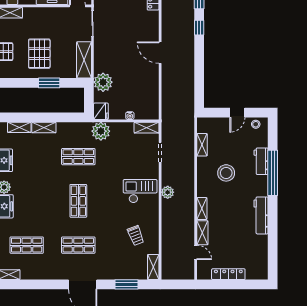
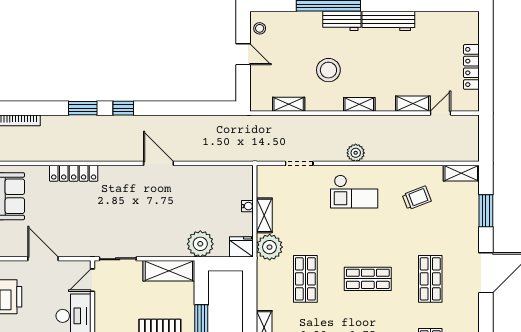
door: (160, 53) -> (159, 163), swing flipped
shelving: (147, 128) -> (264, 215), moved
workbench: (261, 161) -> (342, 21), moved
checkout: (140, 191) -> (354, 192), turned -90
shelving: (202, 209) -> (359, 104), moved

